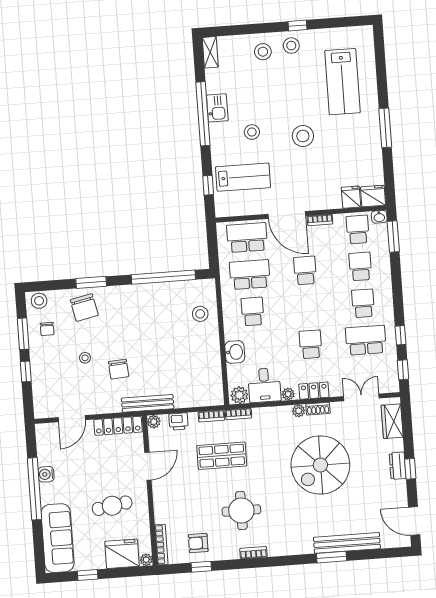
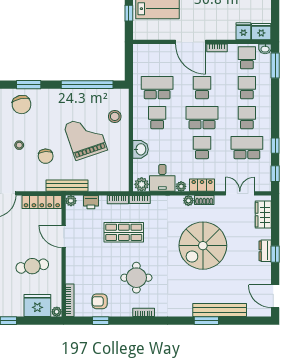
school desk: (247, 238) -> (202, 118), moved
grand piano: (166, 342) -> (85, 137), added
door: (148, 466) -> (64, 236), swing flipped

